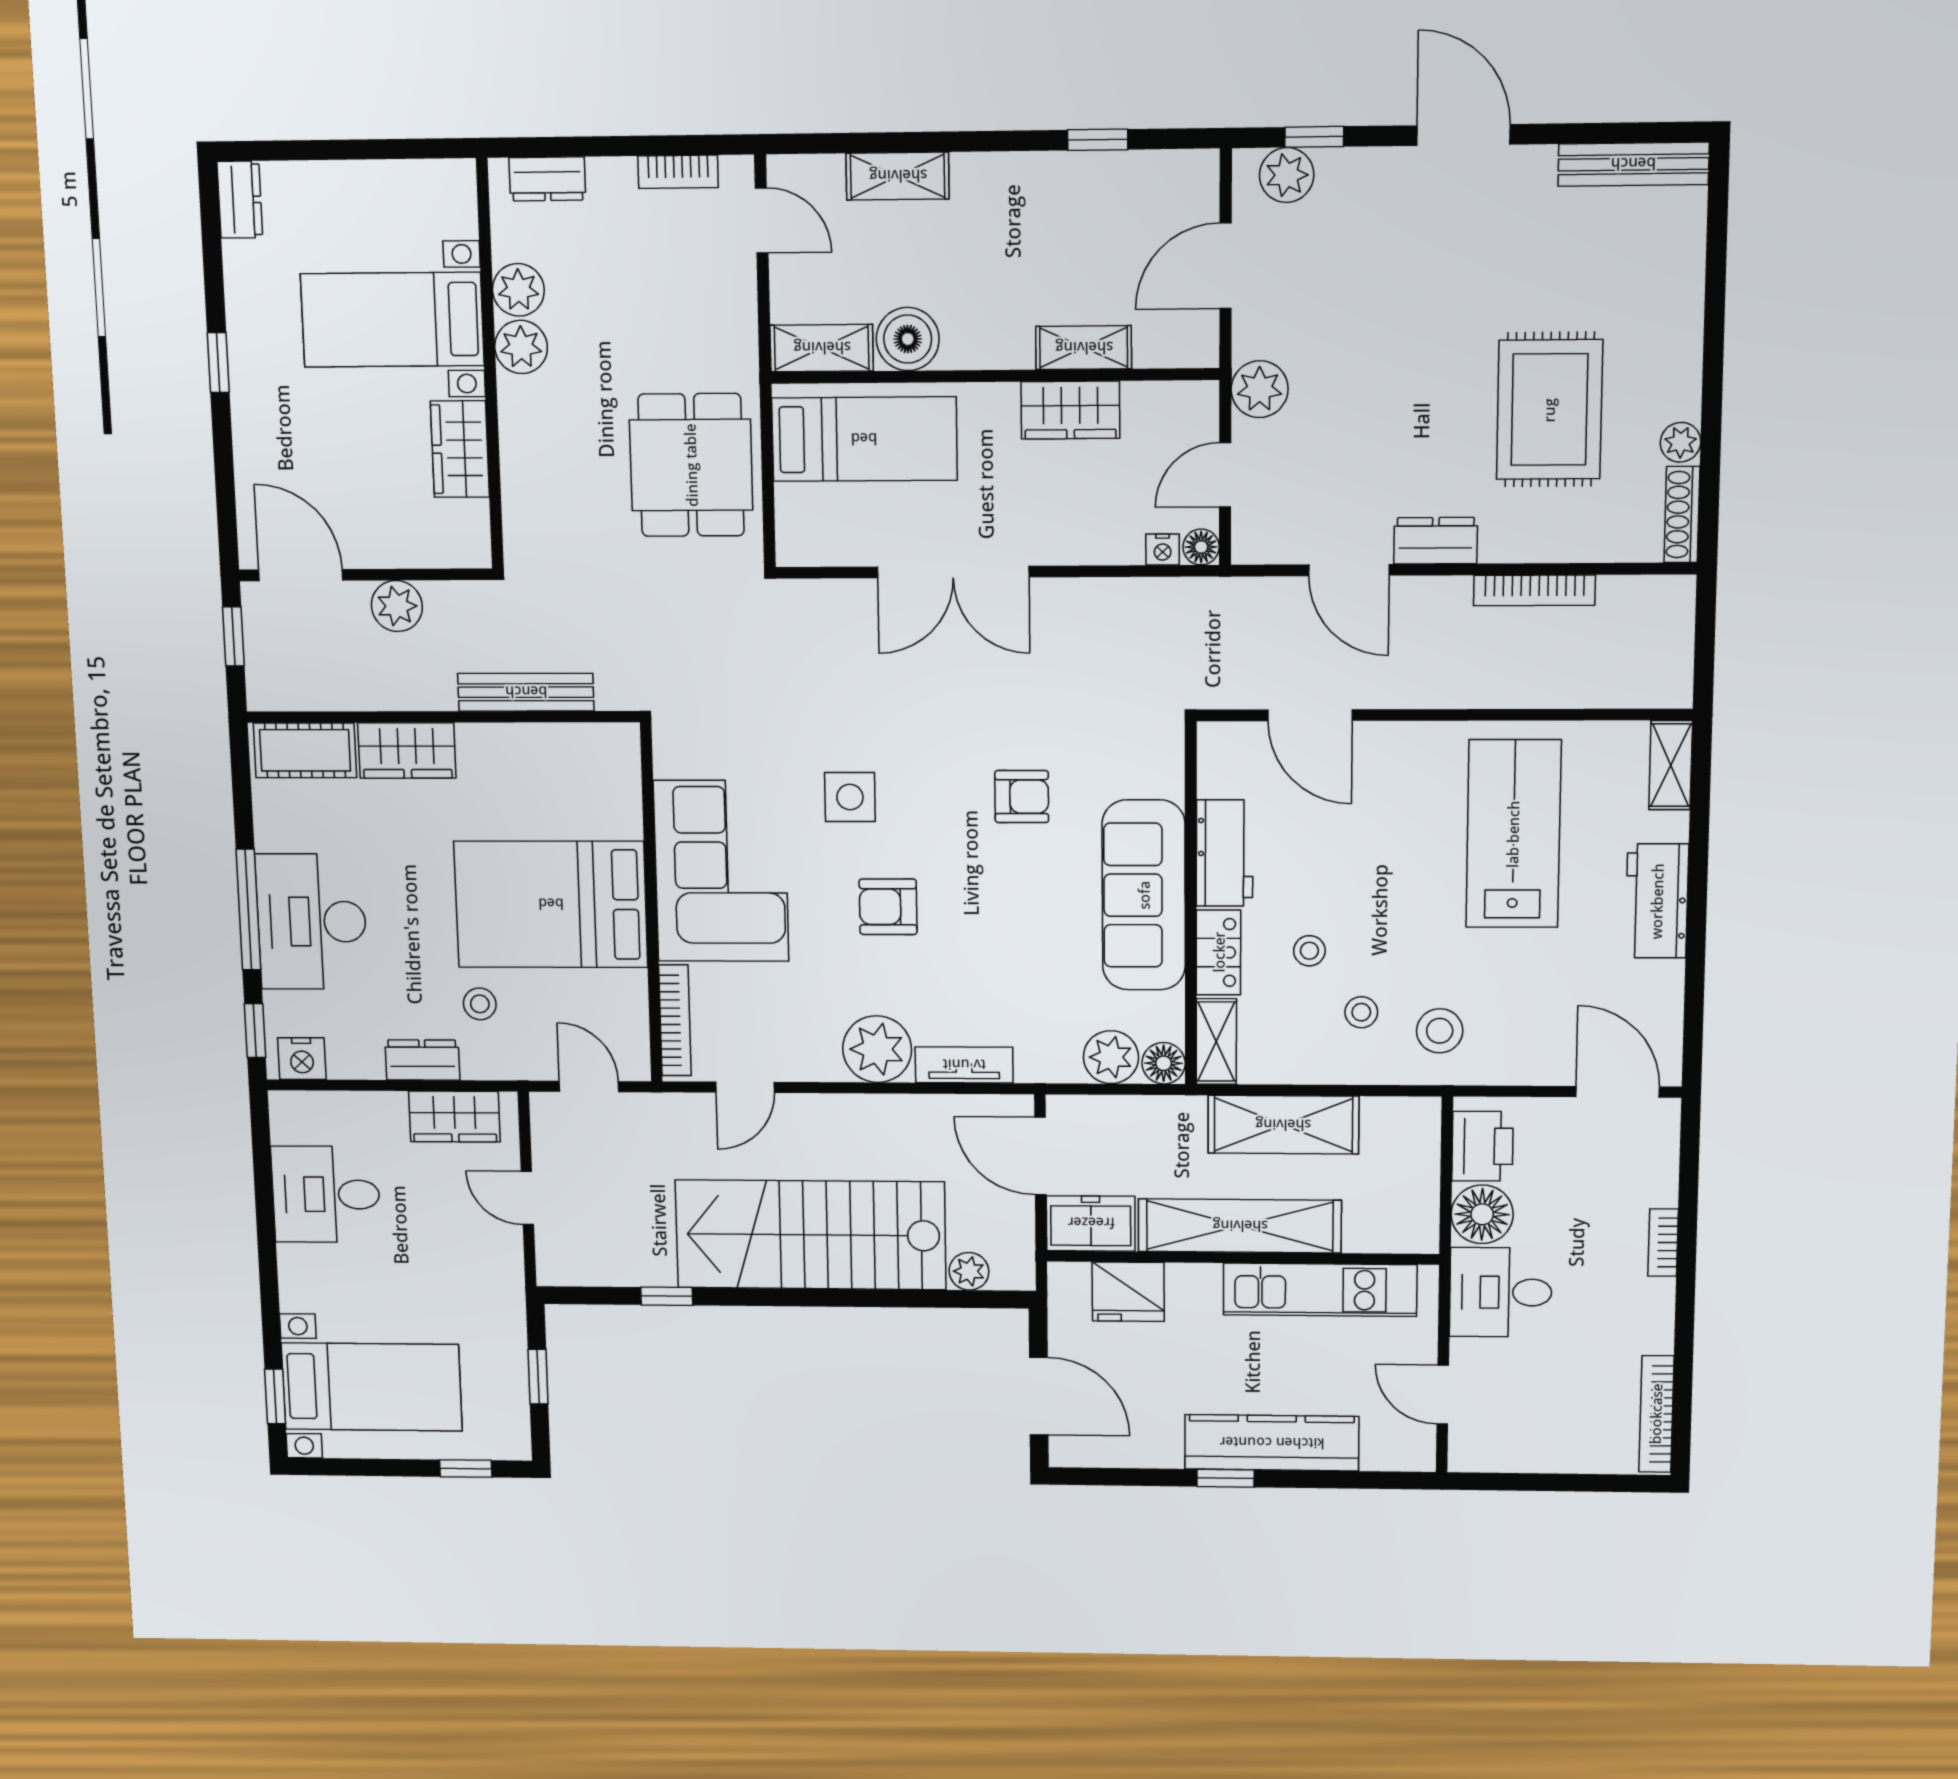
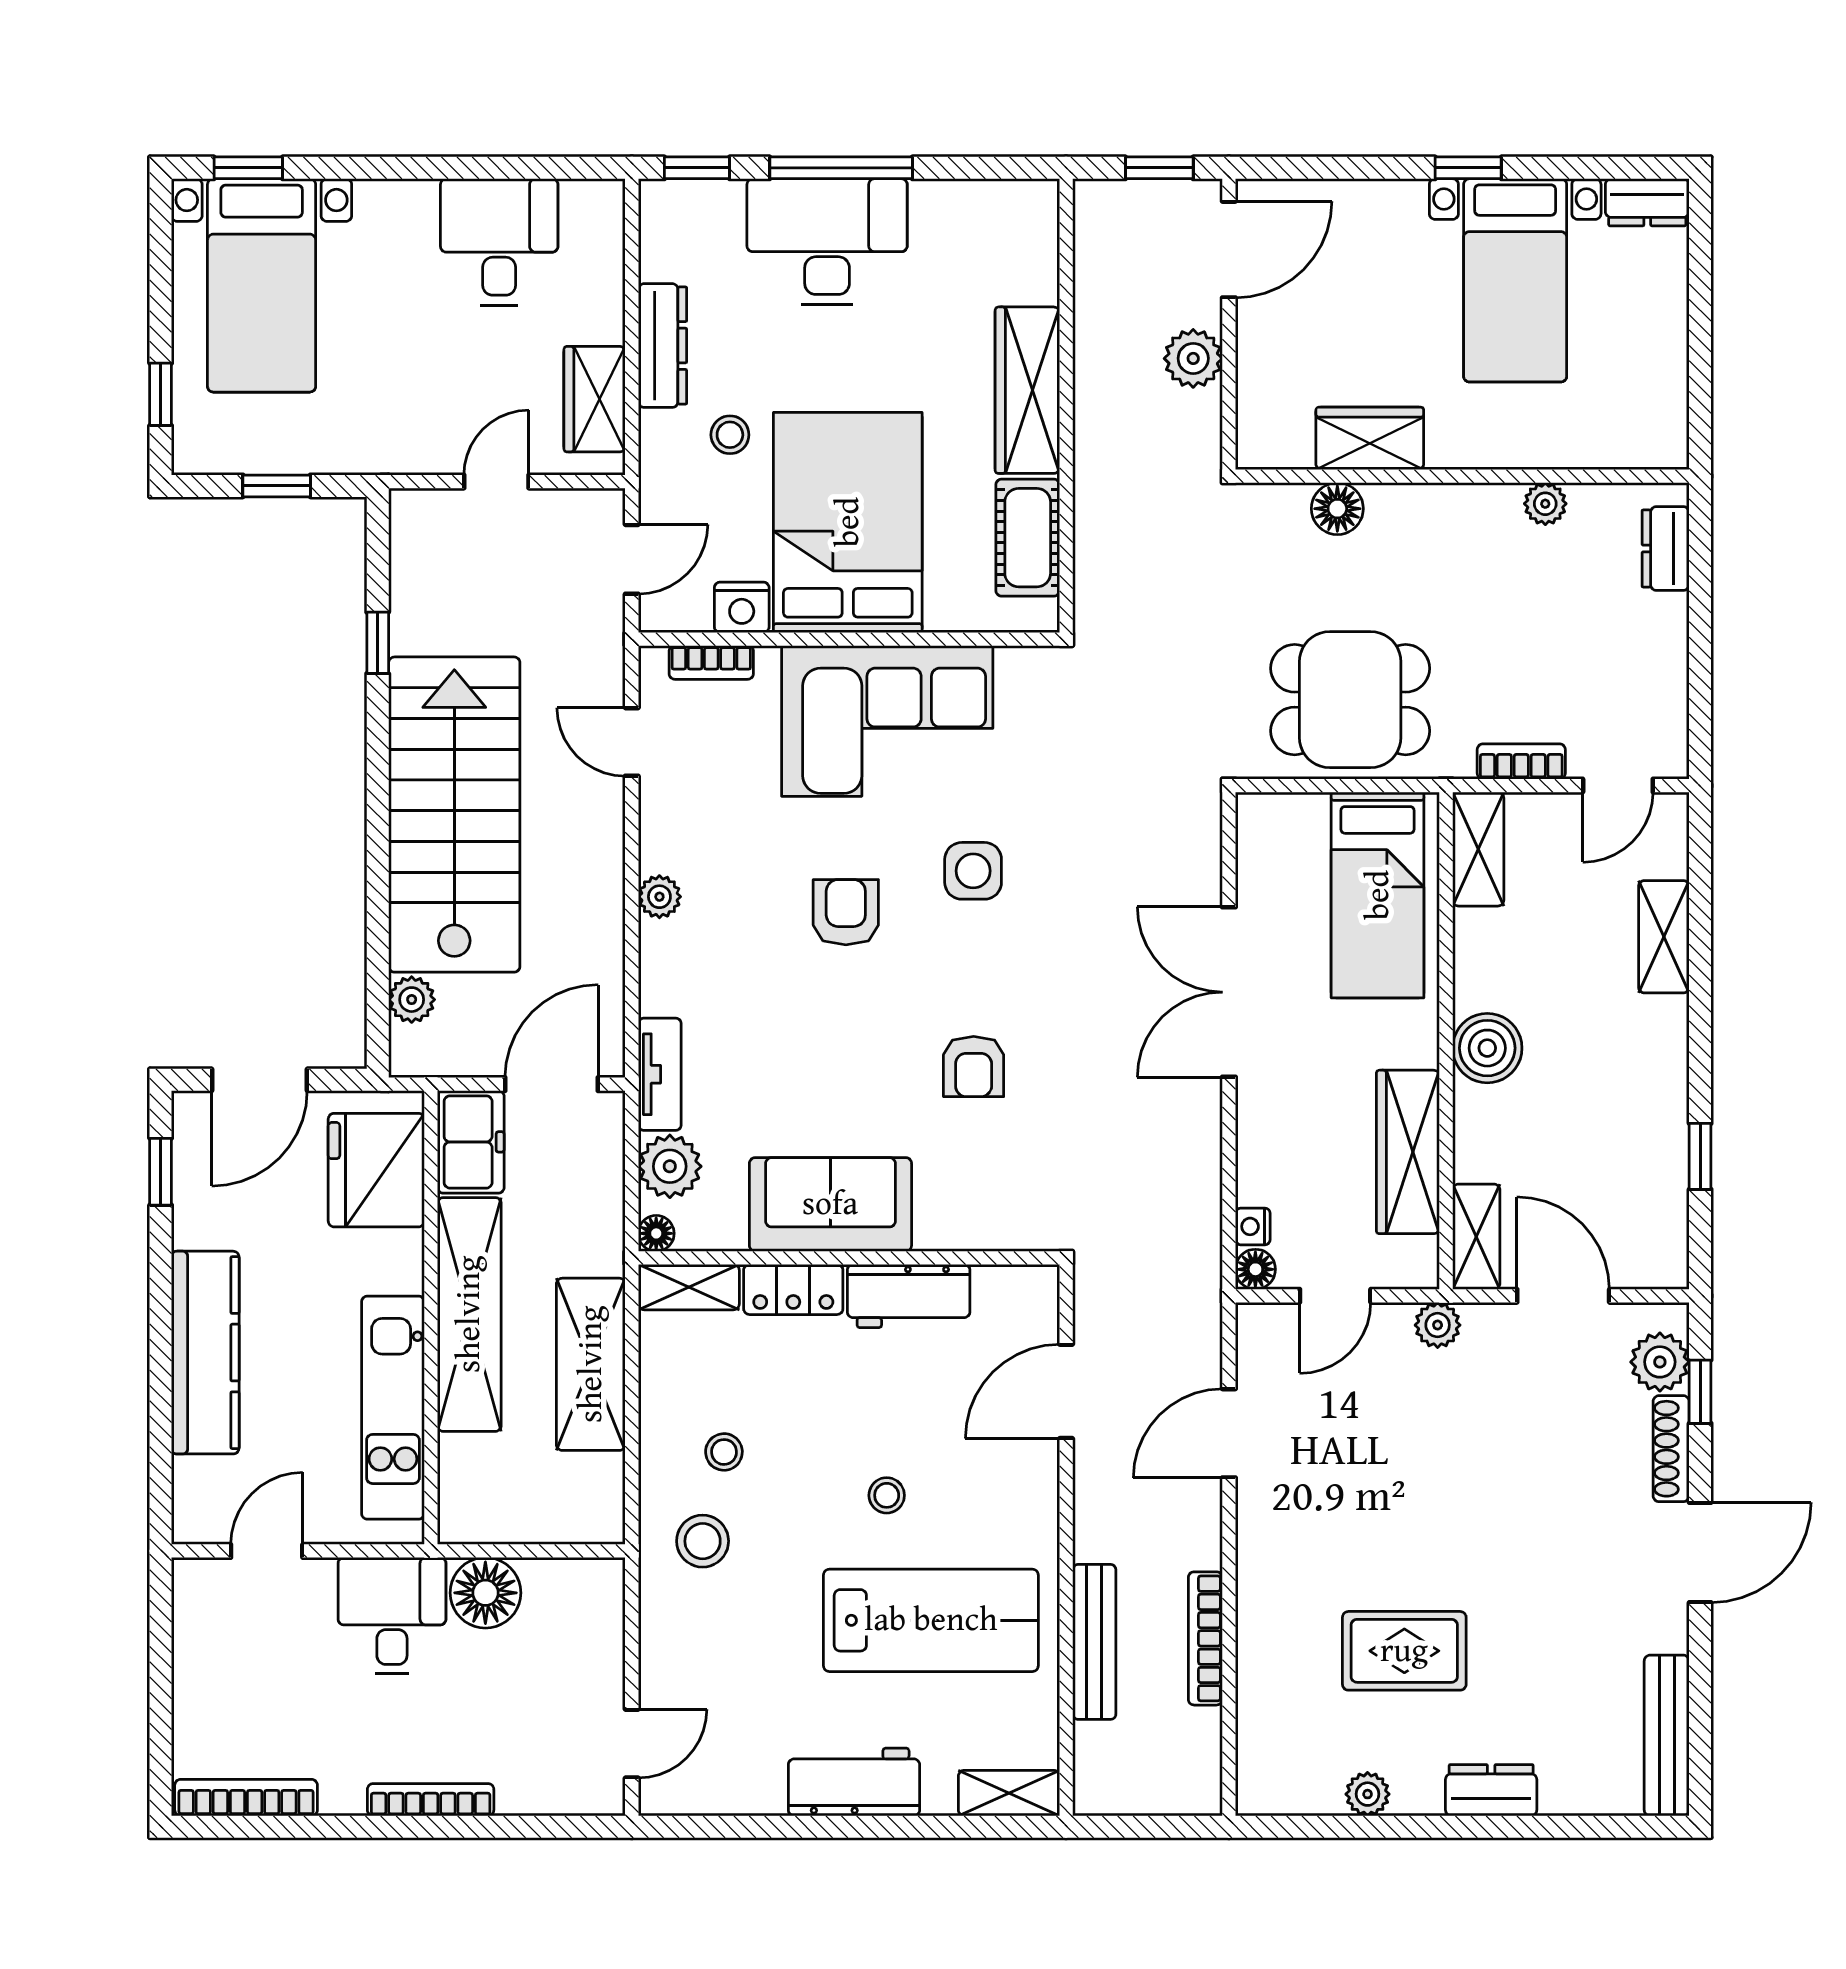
bookcase: (678, 172) -> (1521, 761), moved, turned 90
plant: (518, 290) -> (1545, 504), width x0.73, depth x0.73
bed with nightstands: (392, 320) -> (1515, 280), moved, turned 180
boiler: (908, 339) -> (1487, 1048), moved
plant: (521, 347) -> (1482, 512), removed
shelving: (1084, 348) -> (1476, 1237), moved
plant: (1260, 389) -> (1438, 1325), width x0.73, depth x0.73
wardrobe: (1070, 410) -> (1408, 1152), width x1.50
rug: (1549, 410) -> (1404, 1651), width x0.73, depth x0.70
door: (1225, 475) -> (1335, 1296), swing flipped
floor lamp: (523, 478) -> (1337, 509), added
shoe rack: (1682, 515) -> (1671, 1449), moved, turned -90
dresser: (1436, 541) -> (1491, 1790), moved, turned -90
bench: (526, 692) -> (1094, 1642), moved
cot: (305, 750) -> (1028, 538), moved
wardrobe: (407, 750) -> (1027, 390), width x1.50
sofa: (1144, 895) -> (830, 1204), width x0.73
stool: (1309, 951) -> (887, 1495), moved
bookcase: (675, 1020) -> (711, 662), width x0.64
plant: (877, 1049) -> (659, 897), width x0.53, depth x0.53
nightstand: (302, 1059) -> (742, 607), moved, turned -90
dresser: (422, 1060) -> (662, 346), width x1.44
floor lamp: (1164, 1063) -> (656, 1233), width x0.73, depth x0.73
tv unit: (964, 1065) -> (660, 1074), moved
door: (1618, 1092) -> (632, 1744), width x0.73
printer: (1482, 1146) -> (567, 1592), removed
bookcase: (1663, 1243) -> (431, 1800), width x1.56
fridge: (1128, 1292) -> (376, 1170), width x1.36, depth x1.34
window: (1226, 1478) -> (161, 1172), moved

